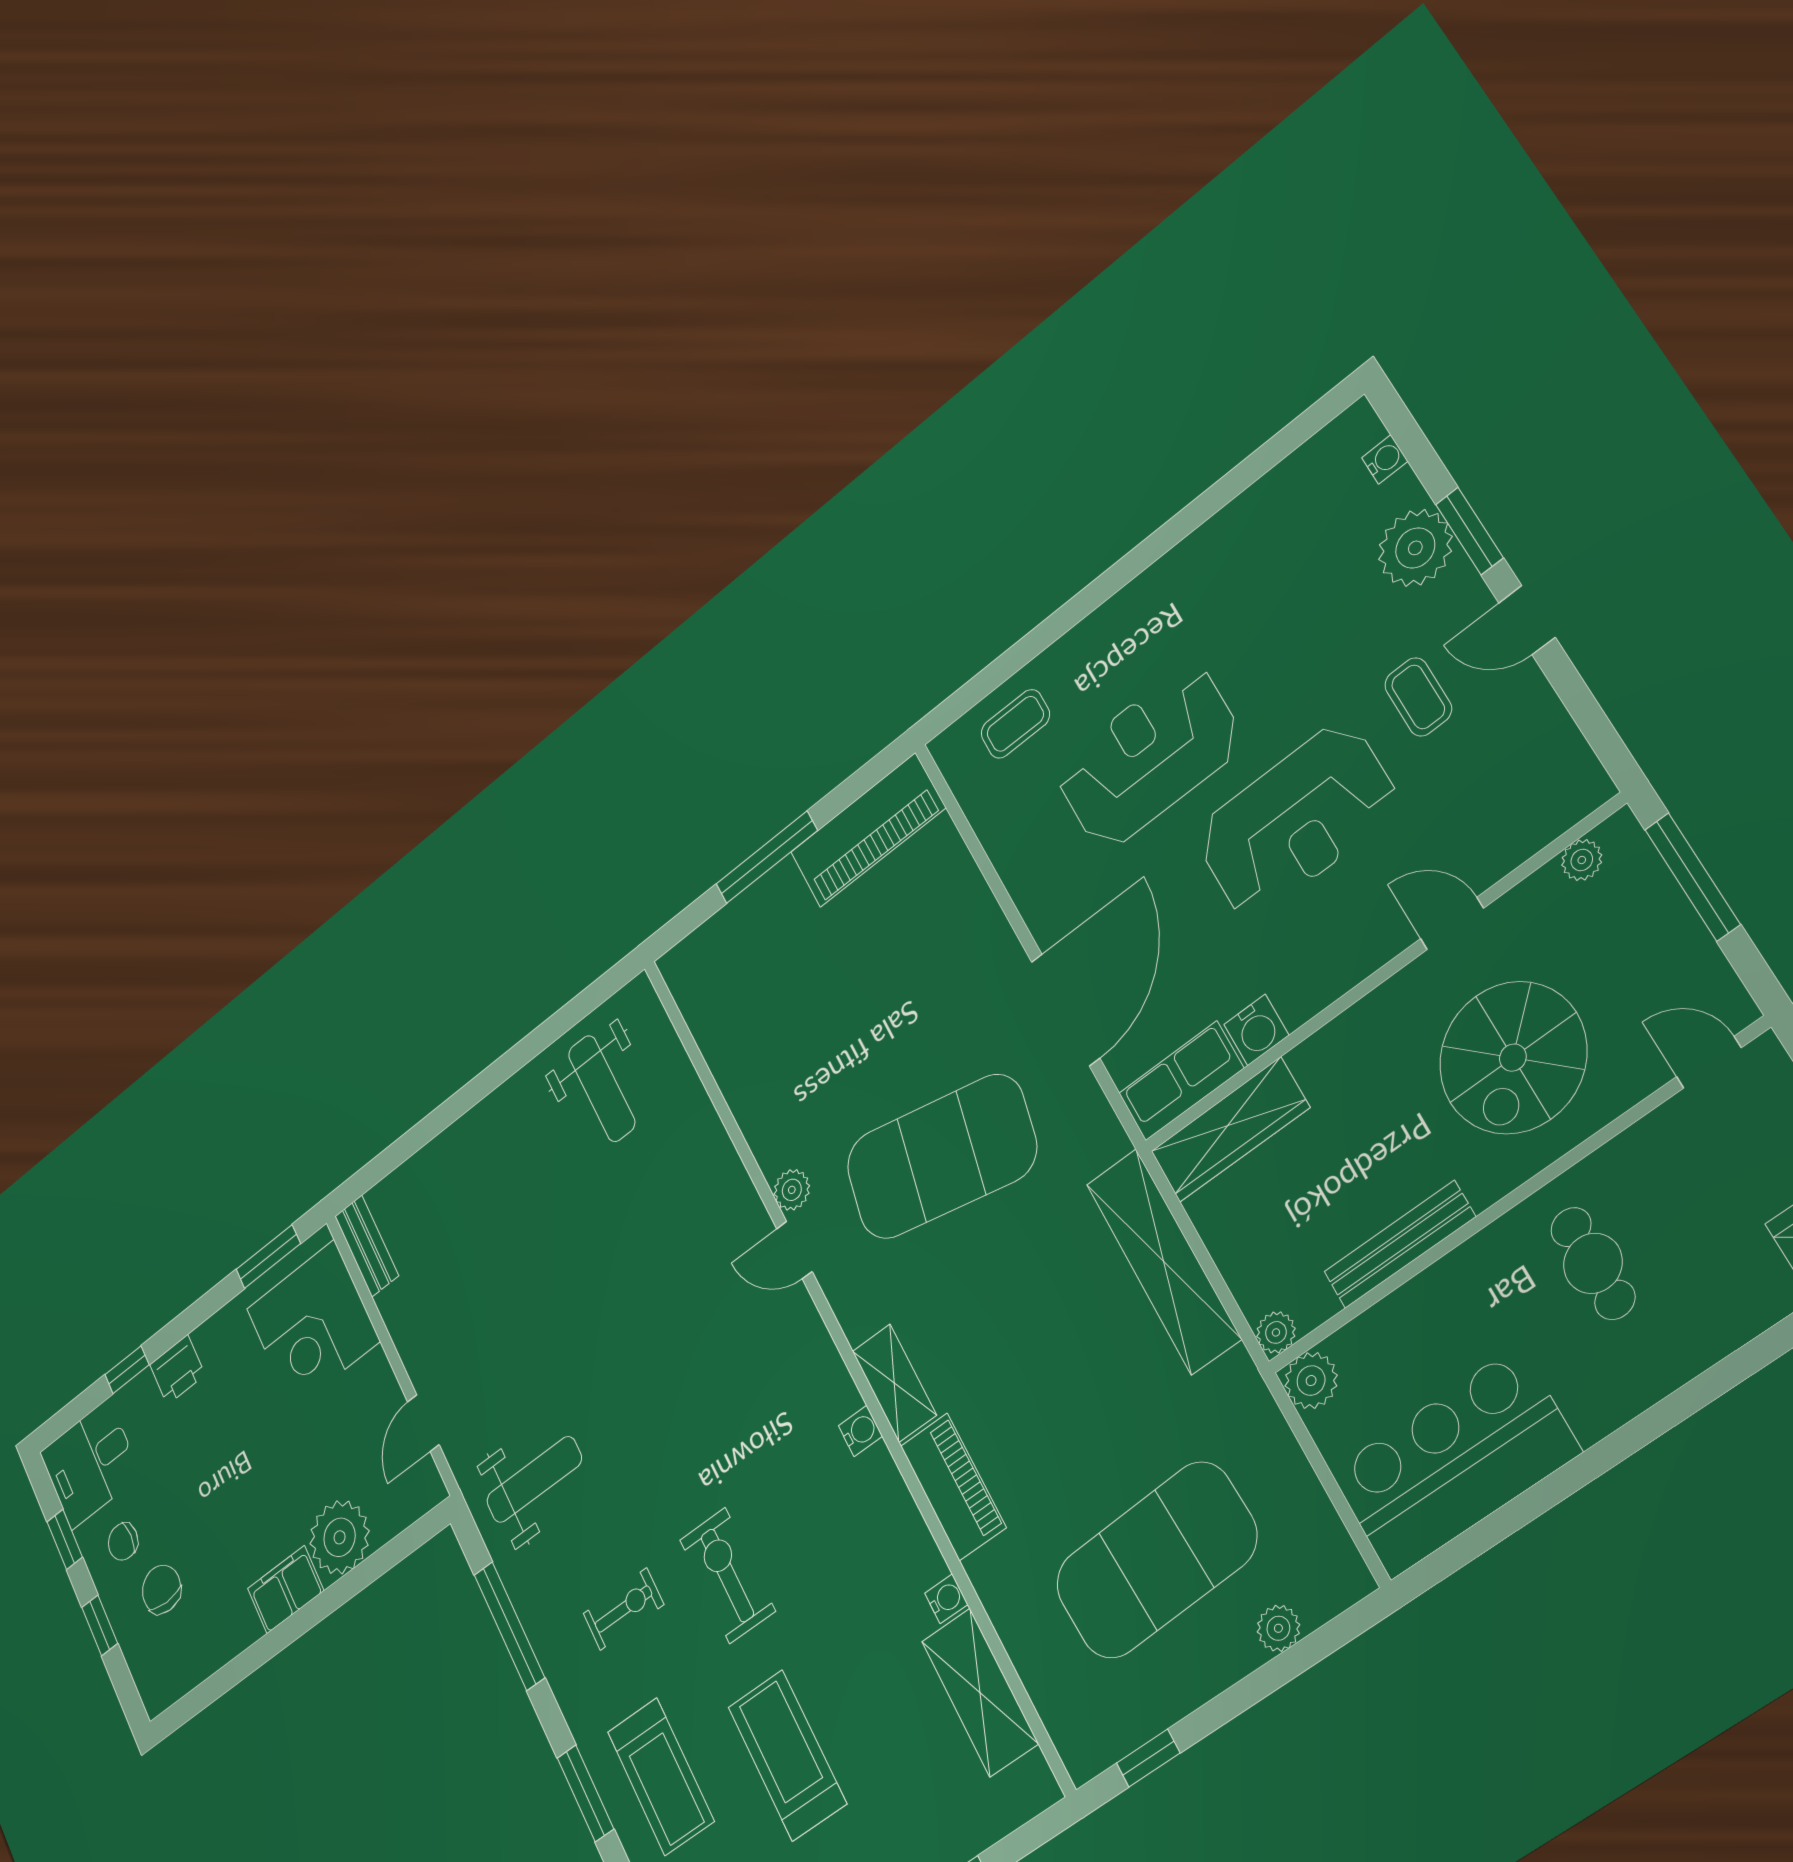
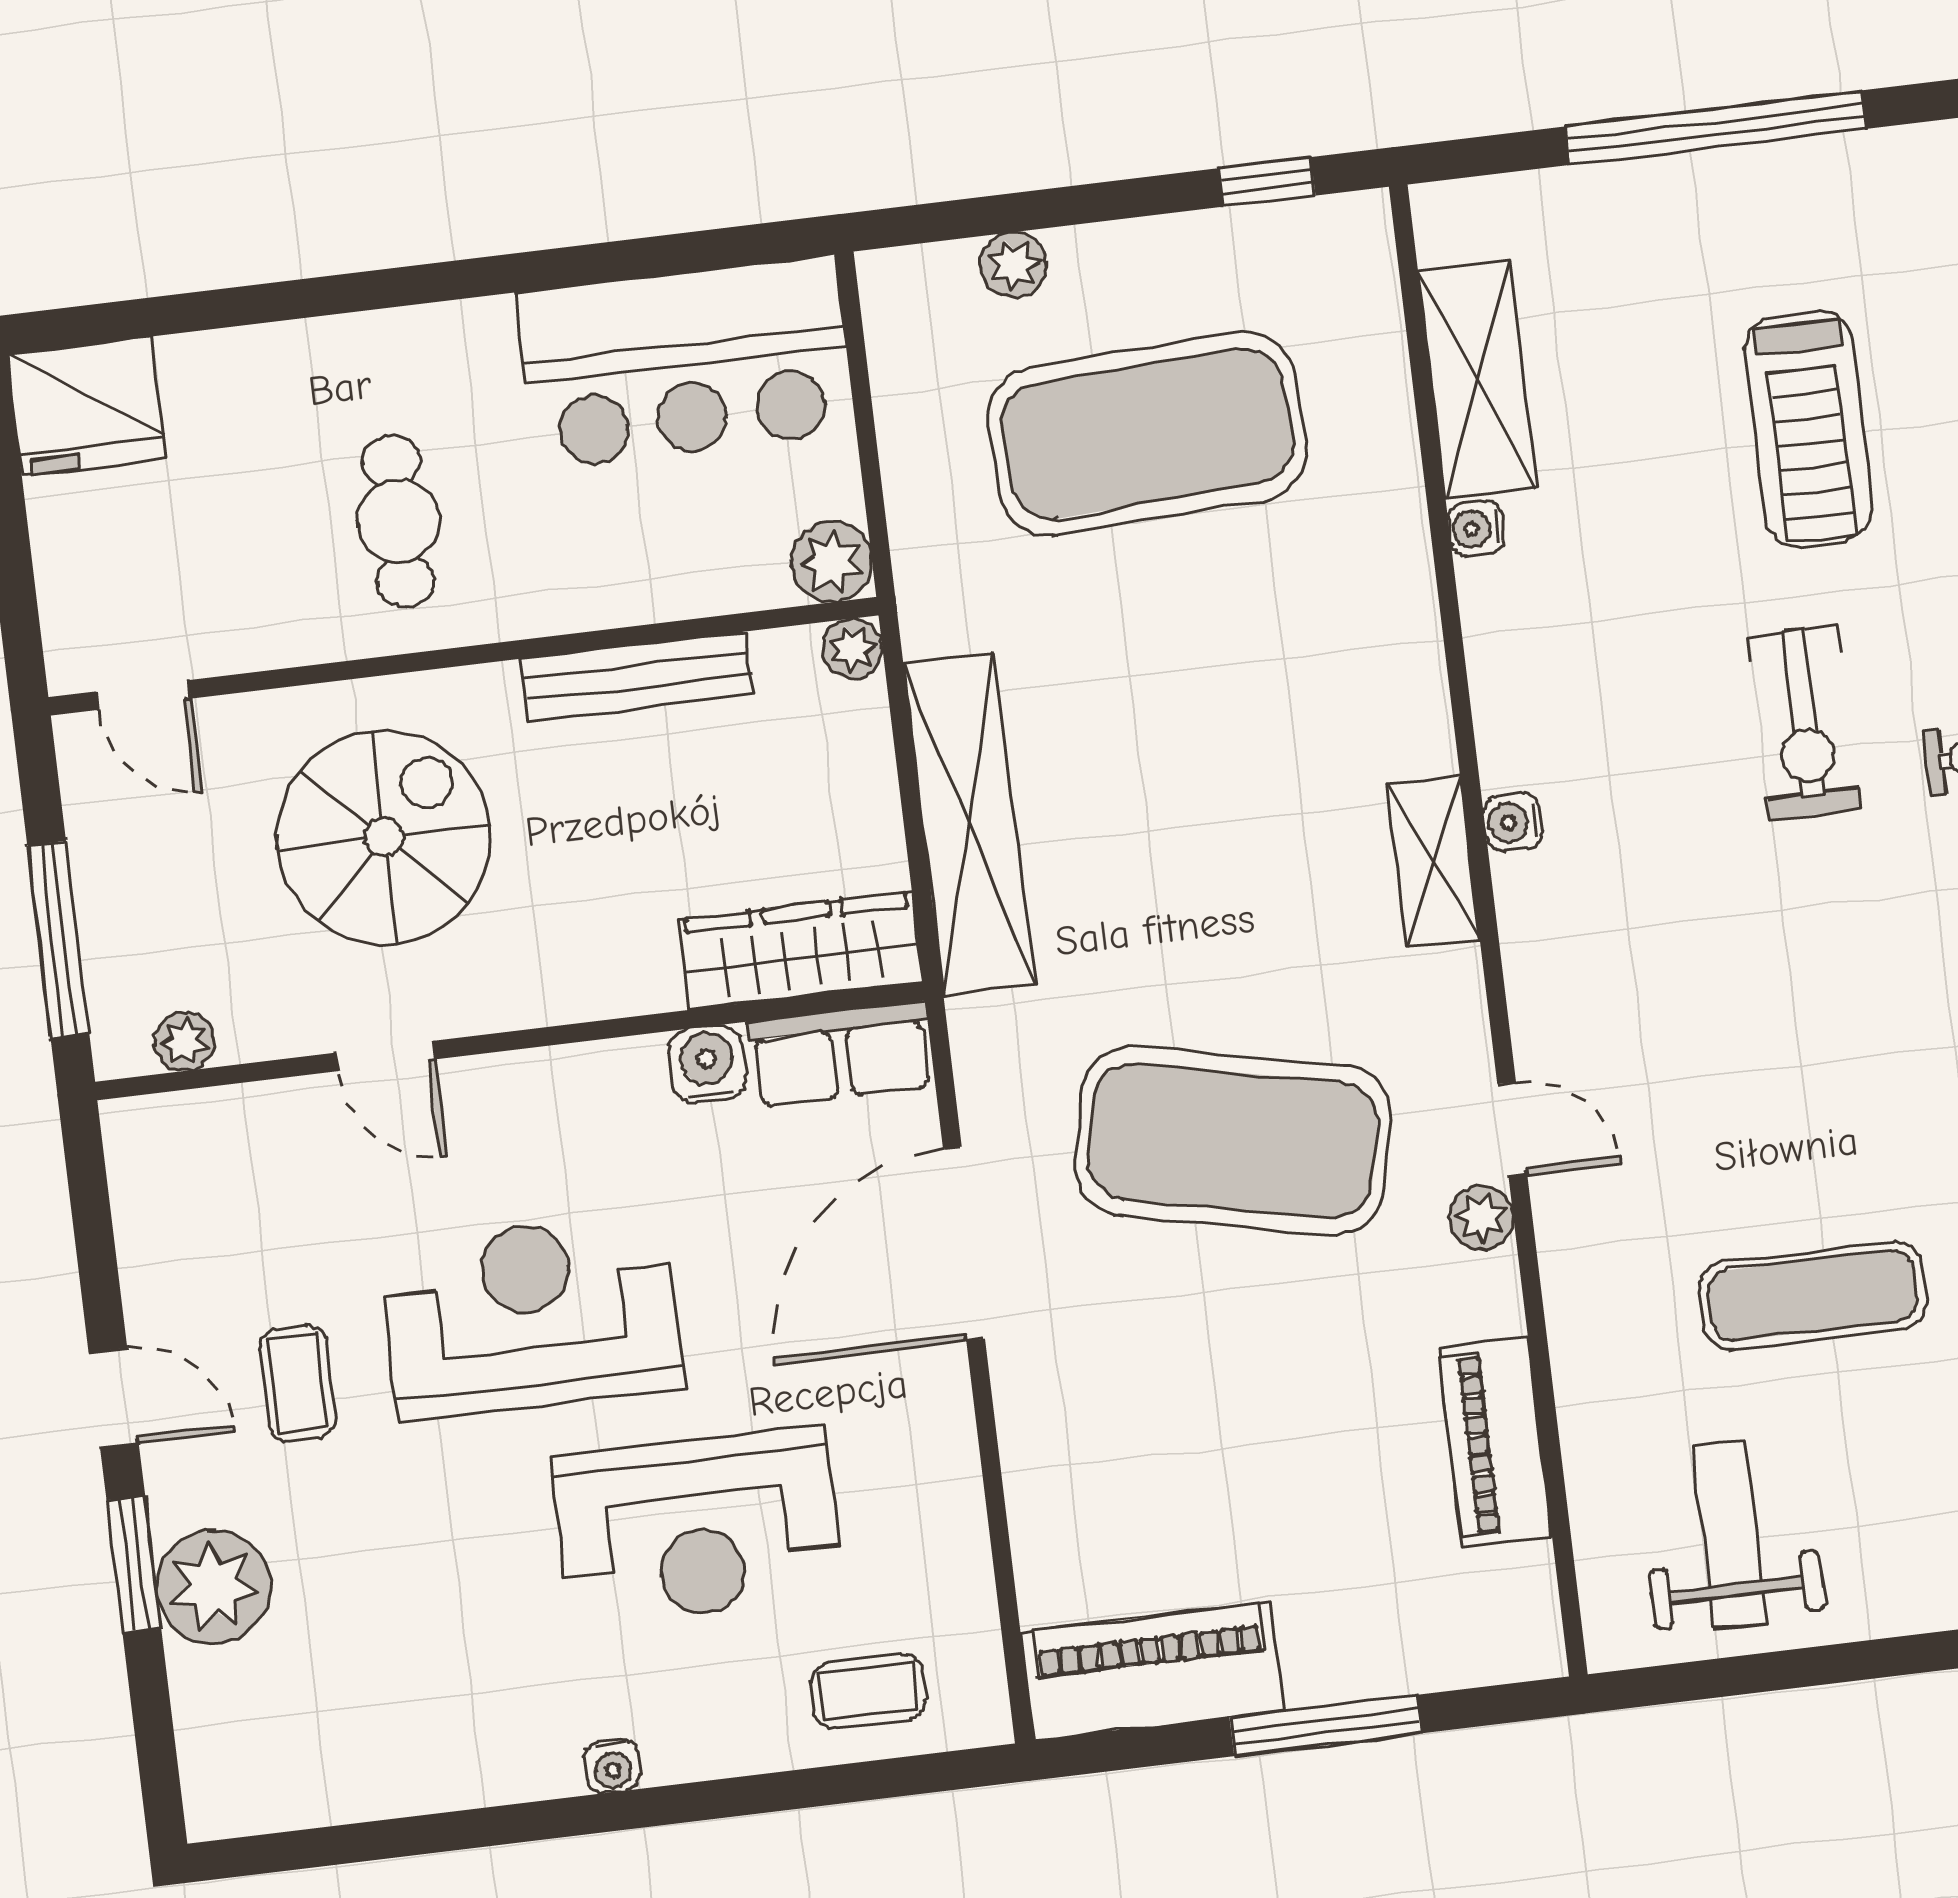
water cooler: (1385, 459) -> (613, 1766), moved, turned -90
exercise mat: (607, 1246) -> (1813, 1296), added
piano: (953, 1487) -> (1496, 1443), moved

